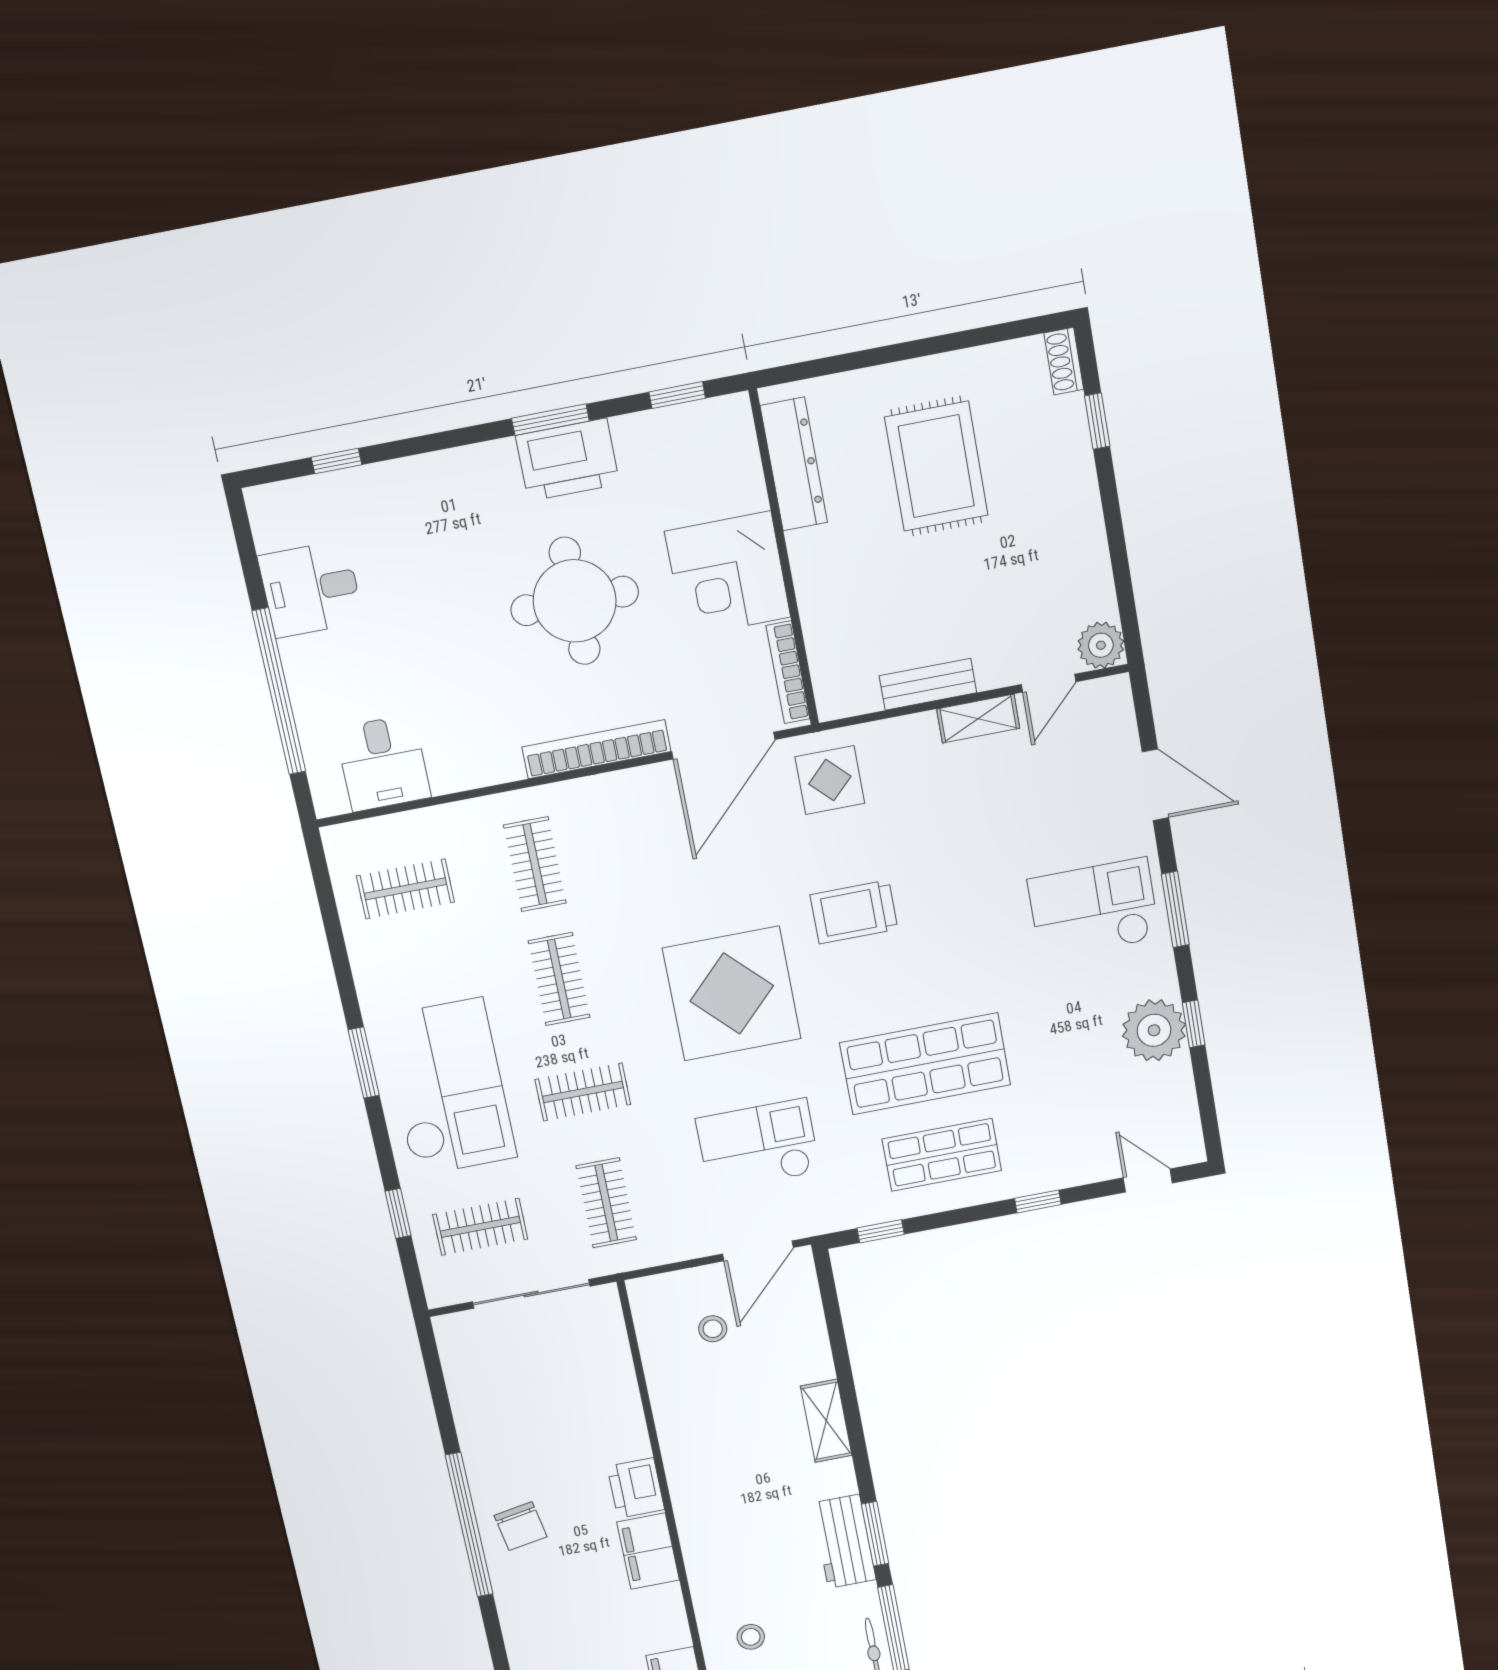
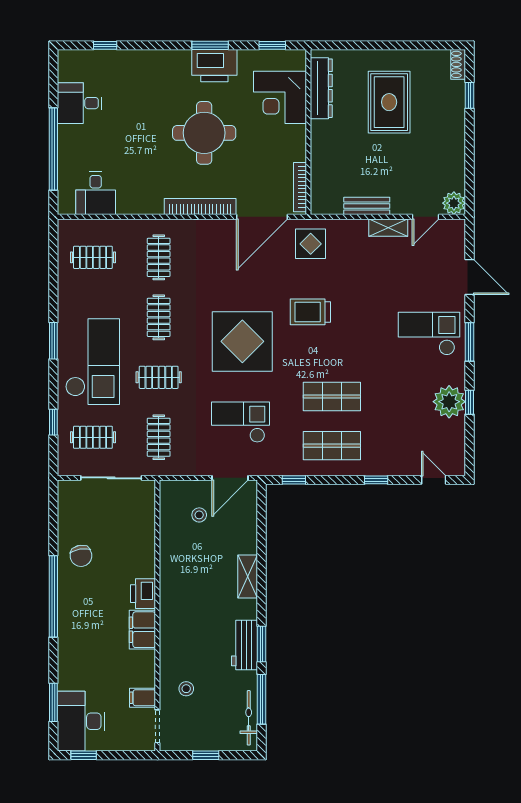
corner desk: (728, 574) -> (280, 97), moved
shop shelf: (925, 1064) -> (332, 396), width x0.70, depth x0.74
chair: (521, 1526) -> (81, 556), moved

